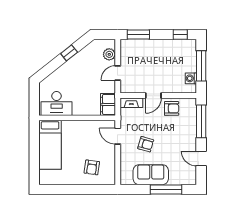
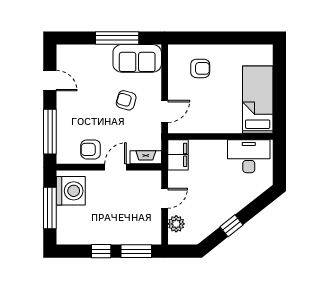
window: (180, 34) -> (101, 251), moved
washing machine: (191, 78) -> (71, 191), width x1.89, depth x1.89
door: (118, 136) -> (165, 111), hinge flipped
armchair: (92, 167) -> (200, 68), turned 82
sofa: (151, 175) -> (137, 58), moved
window: (166, 190) -> (117, 38), moved

